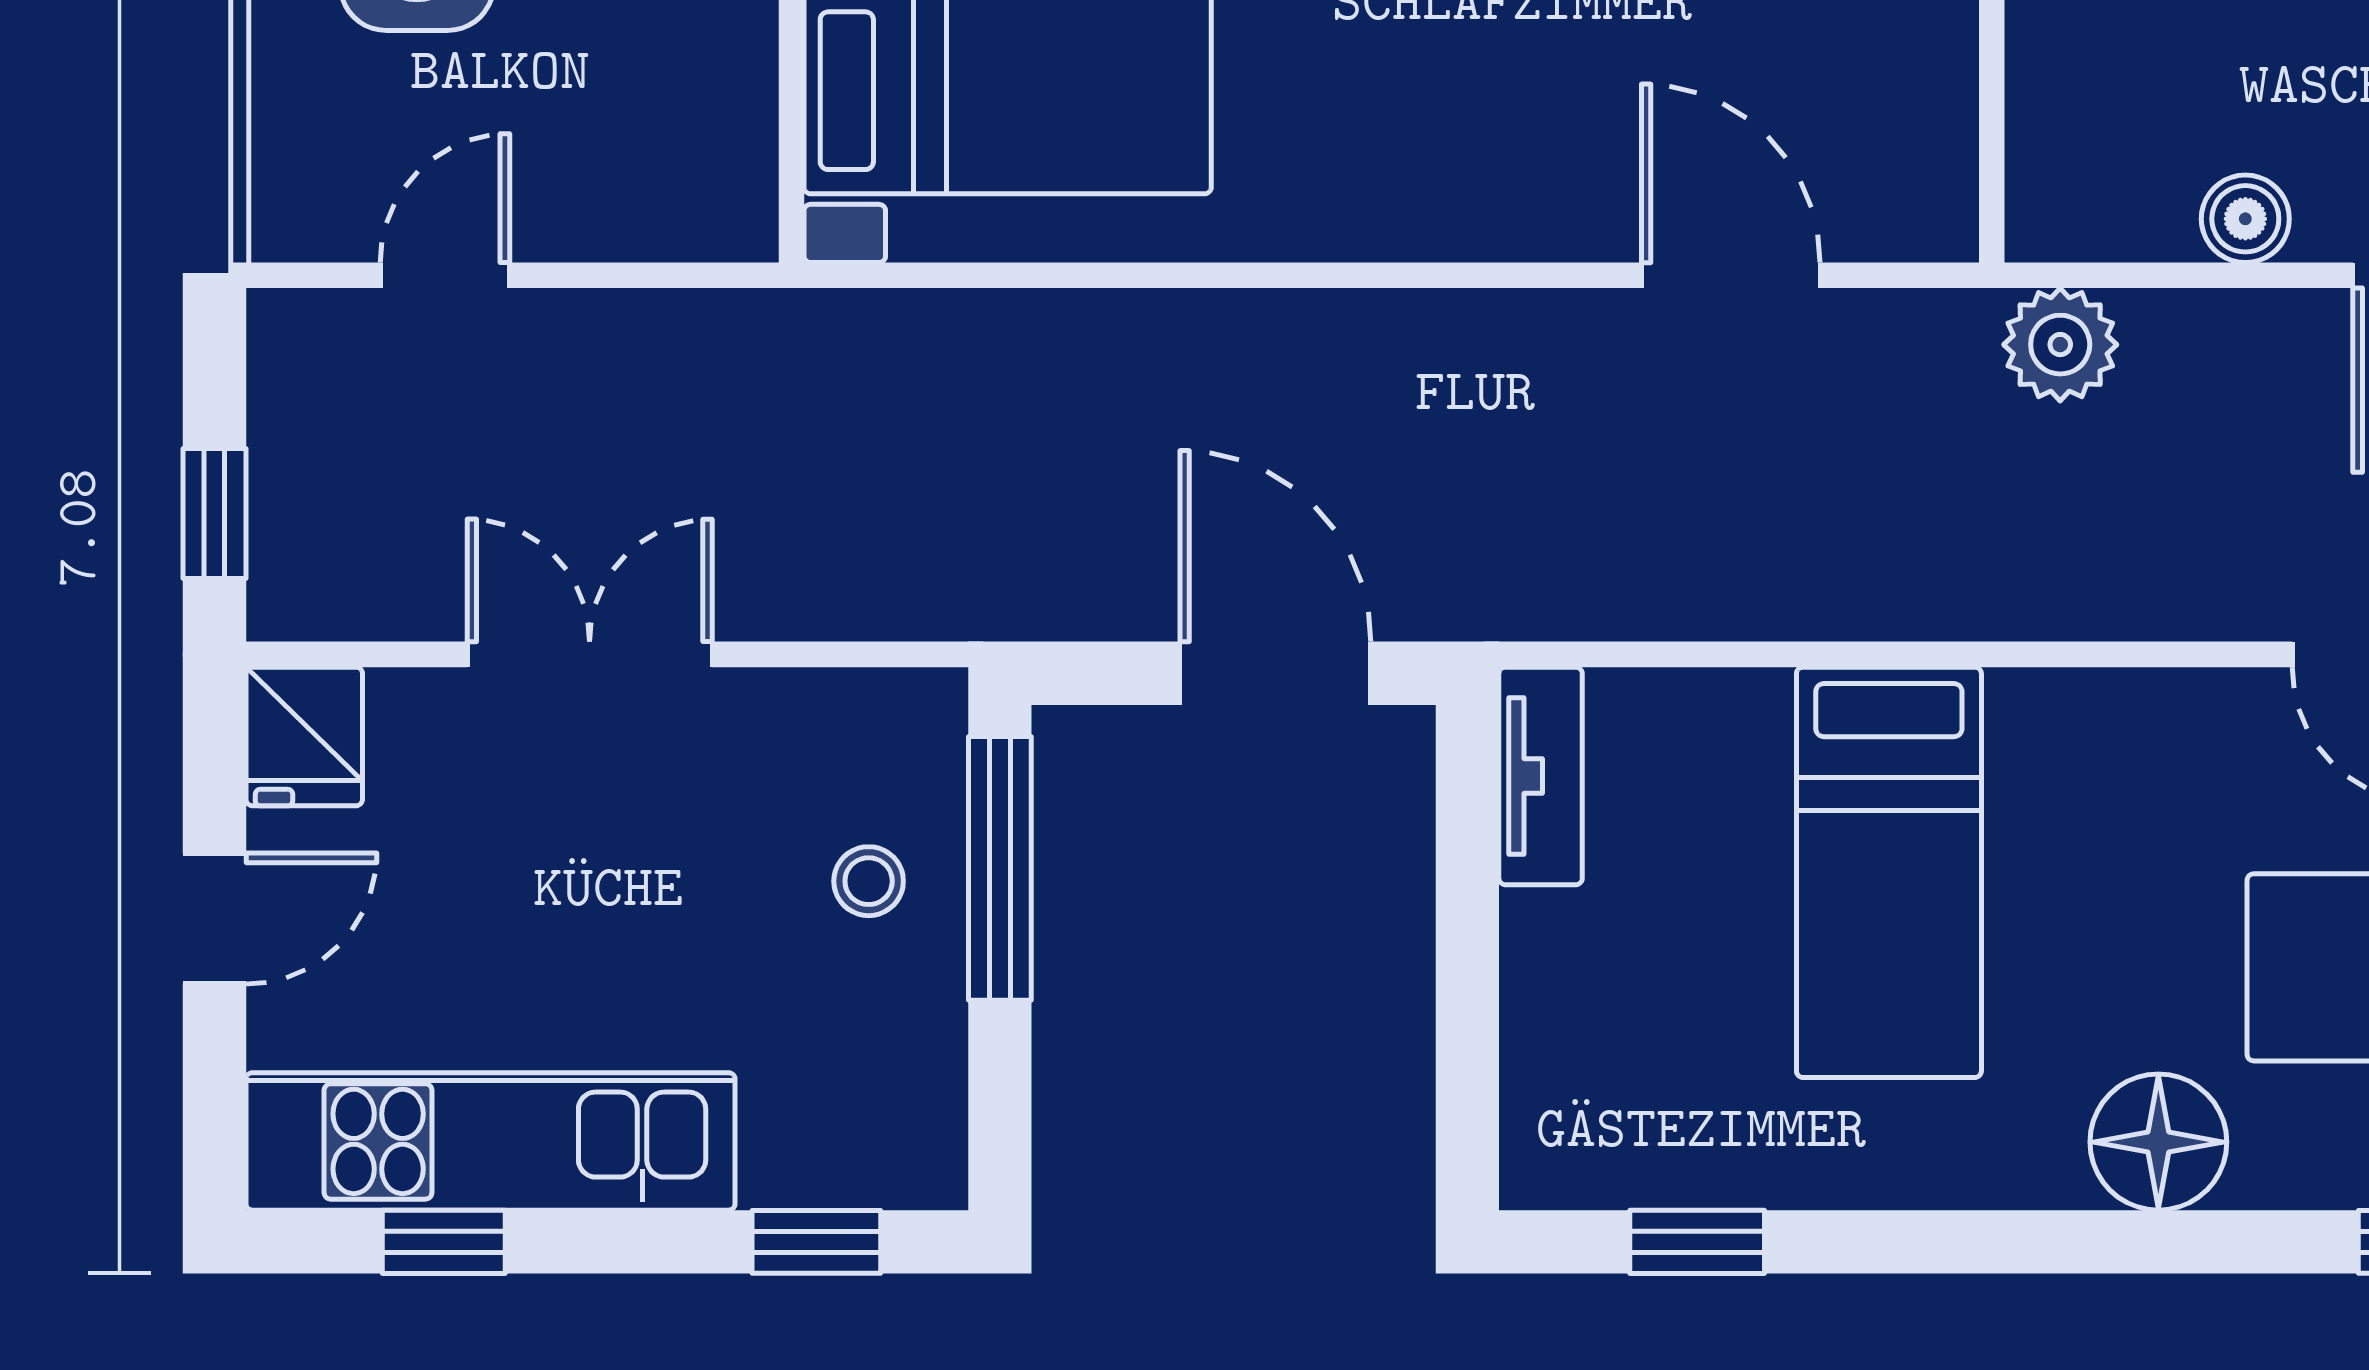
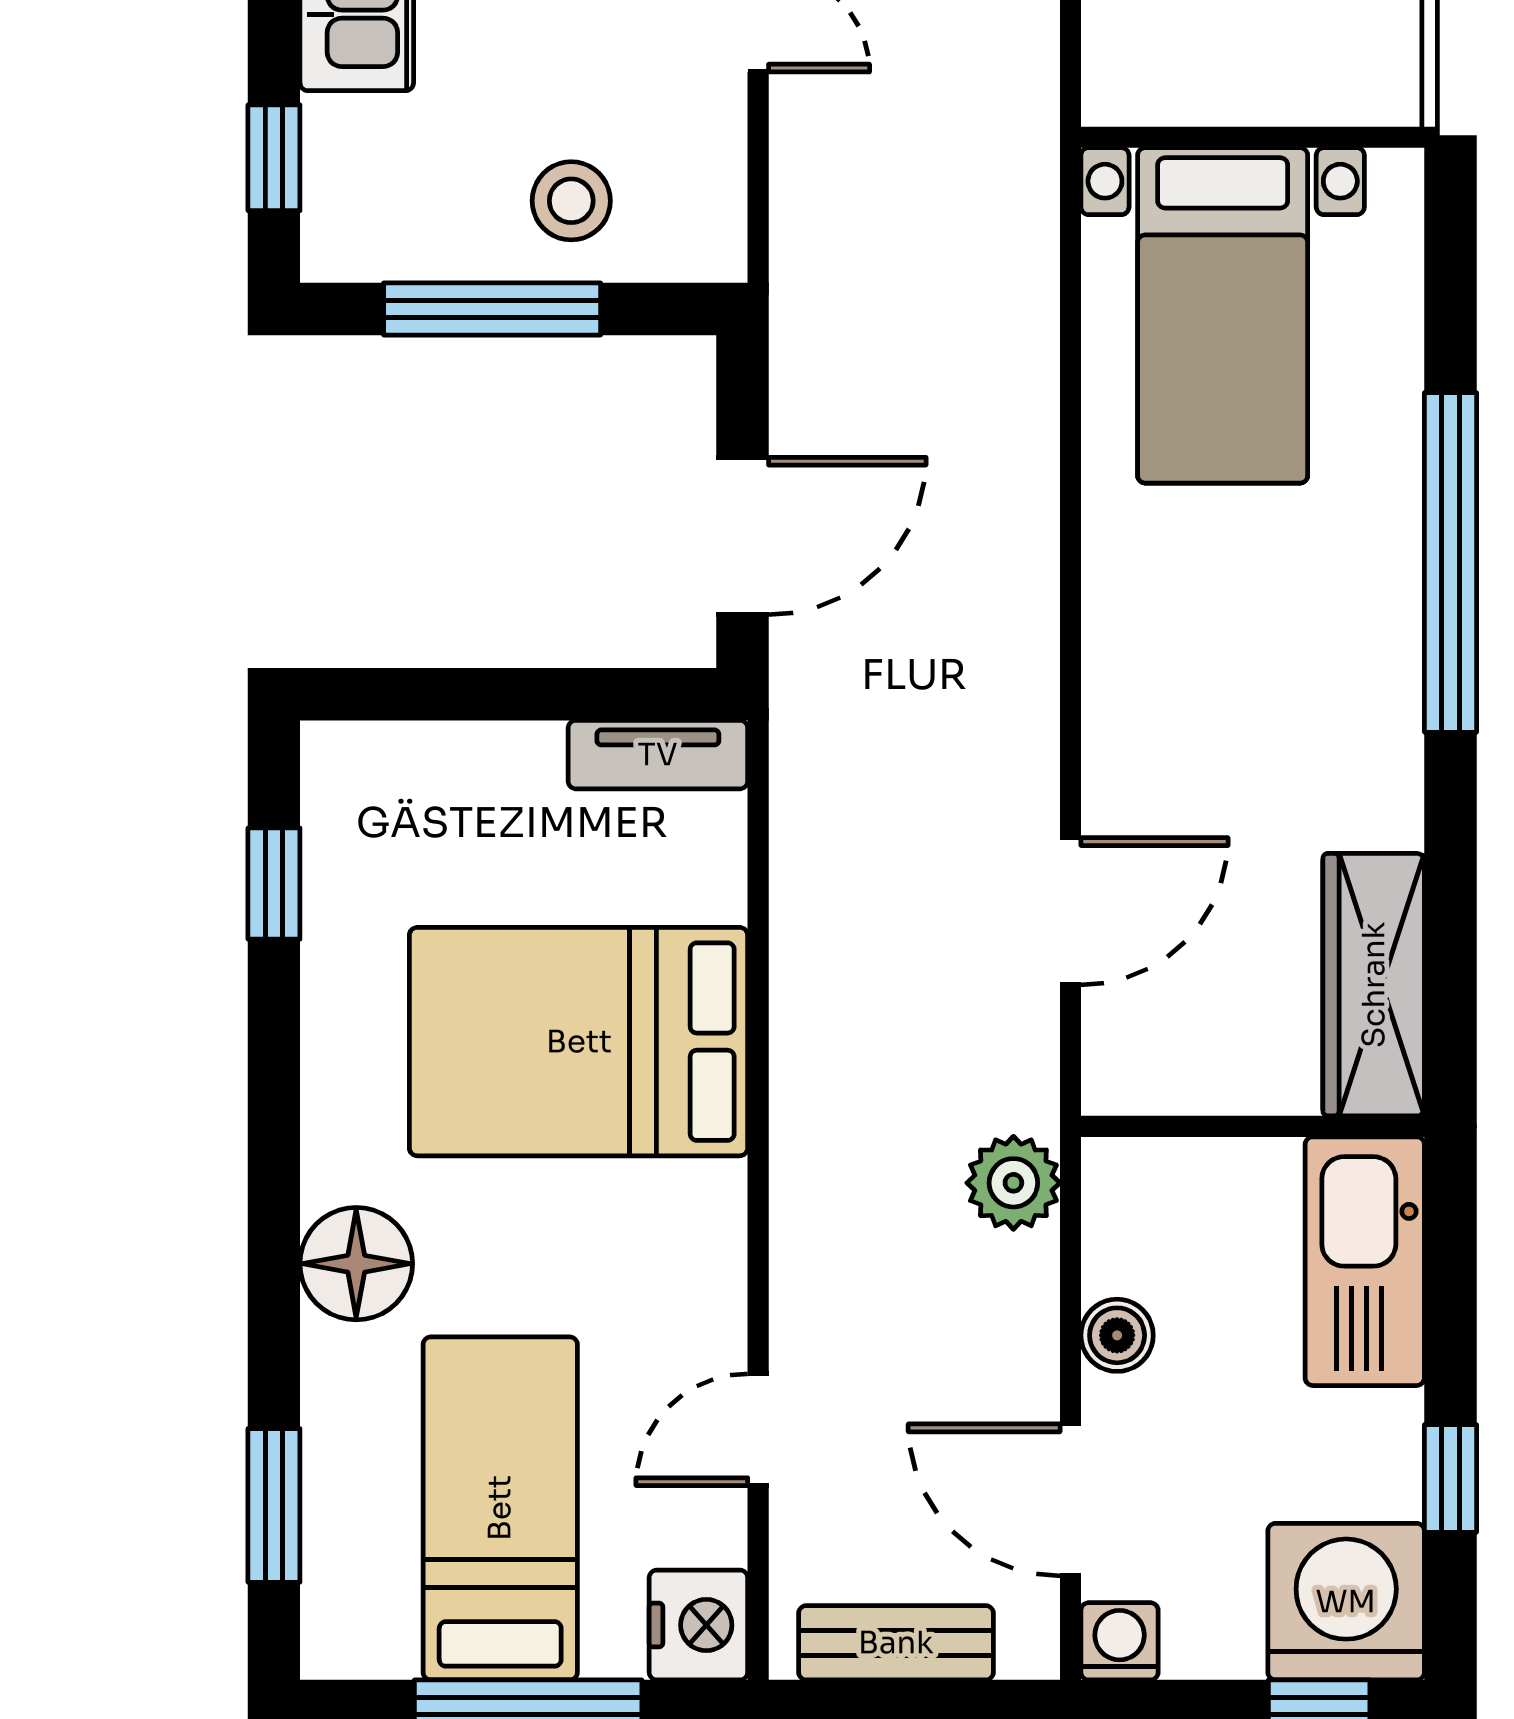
window: (1000, 868) -> (492, 309), moved
bed: (1889, 872) -> (579, 1042), width x1.50
stool: (869, 881) -> (571, 201), width x1.37, depth x1.37

